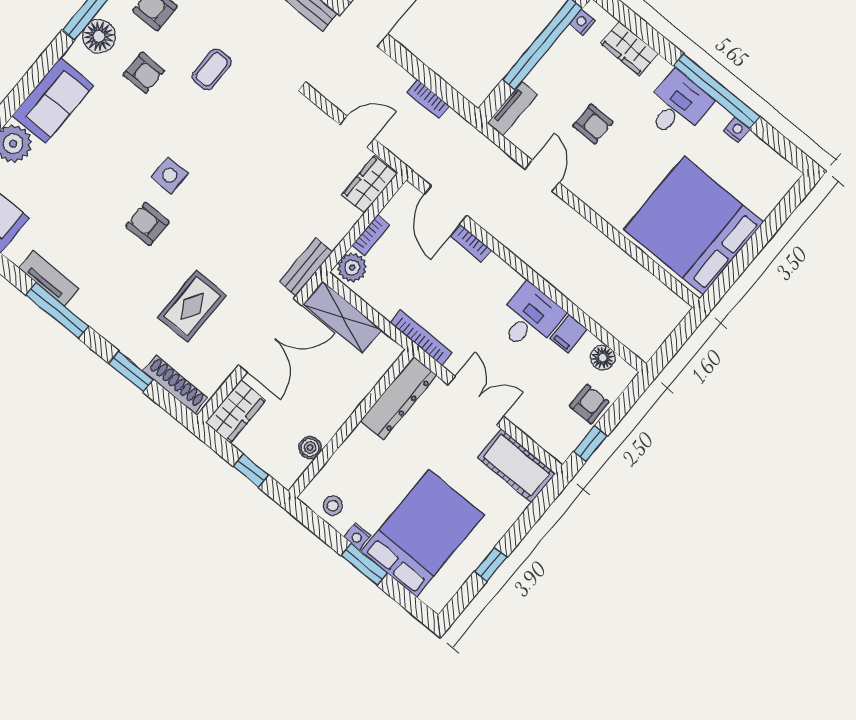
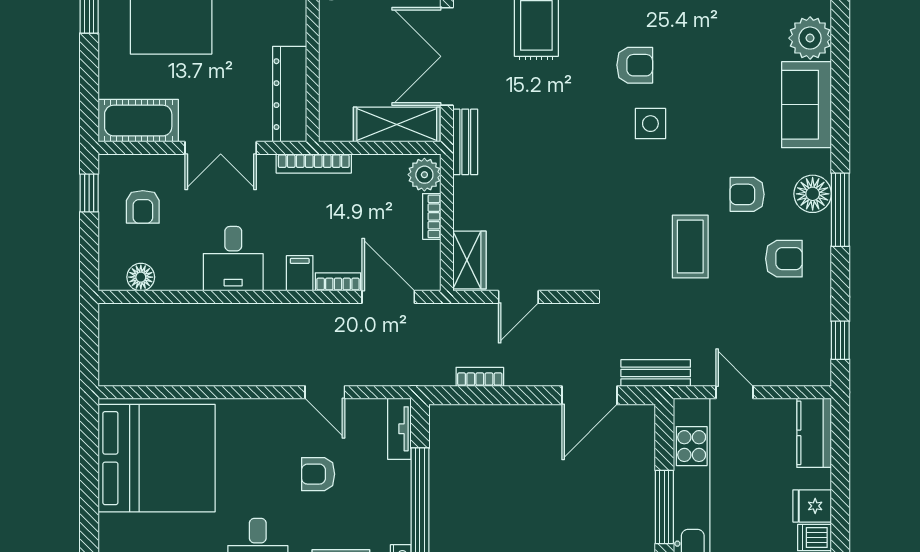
coffee table: (212, 69) -> (690, 247), width x1.36, depth x1.30
filing cabinet: (569, 334) -> (300, 273), moved
armchair: (589, 404) -> (143, 207), moved

